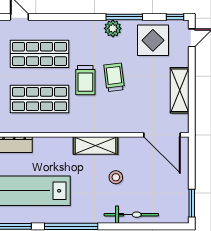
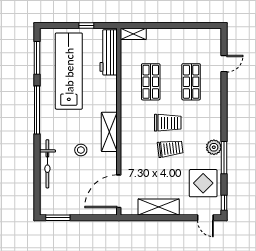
shop shelf: (39, 54) -> (191, 82), width x0.70, depth x0.74
trolley: (85, 80) -> (168, 123), turned 180
shop shelf: (39, 99) -> (151, 82), width x0.70, depth x0.74

